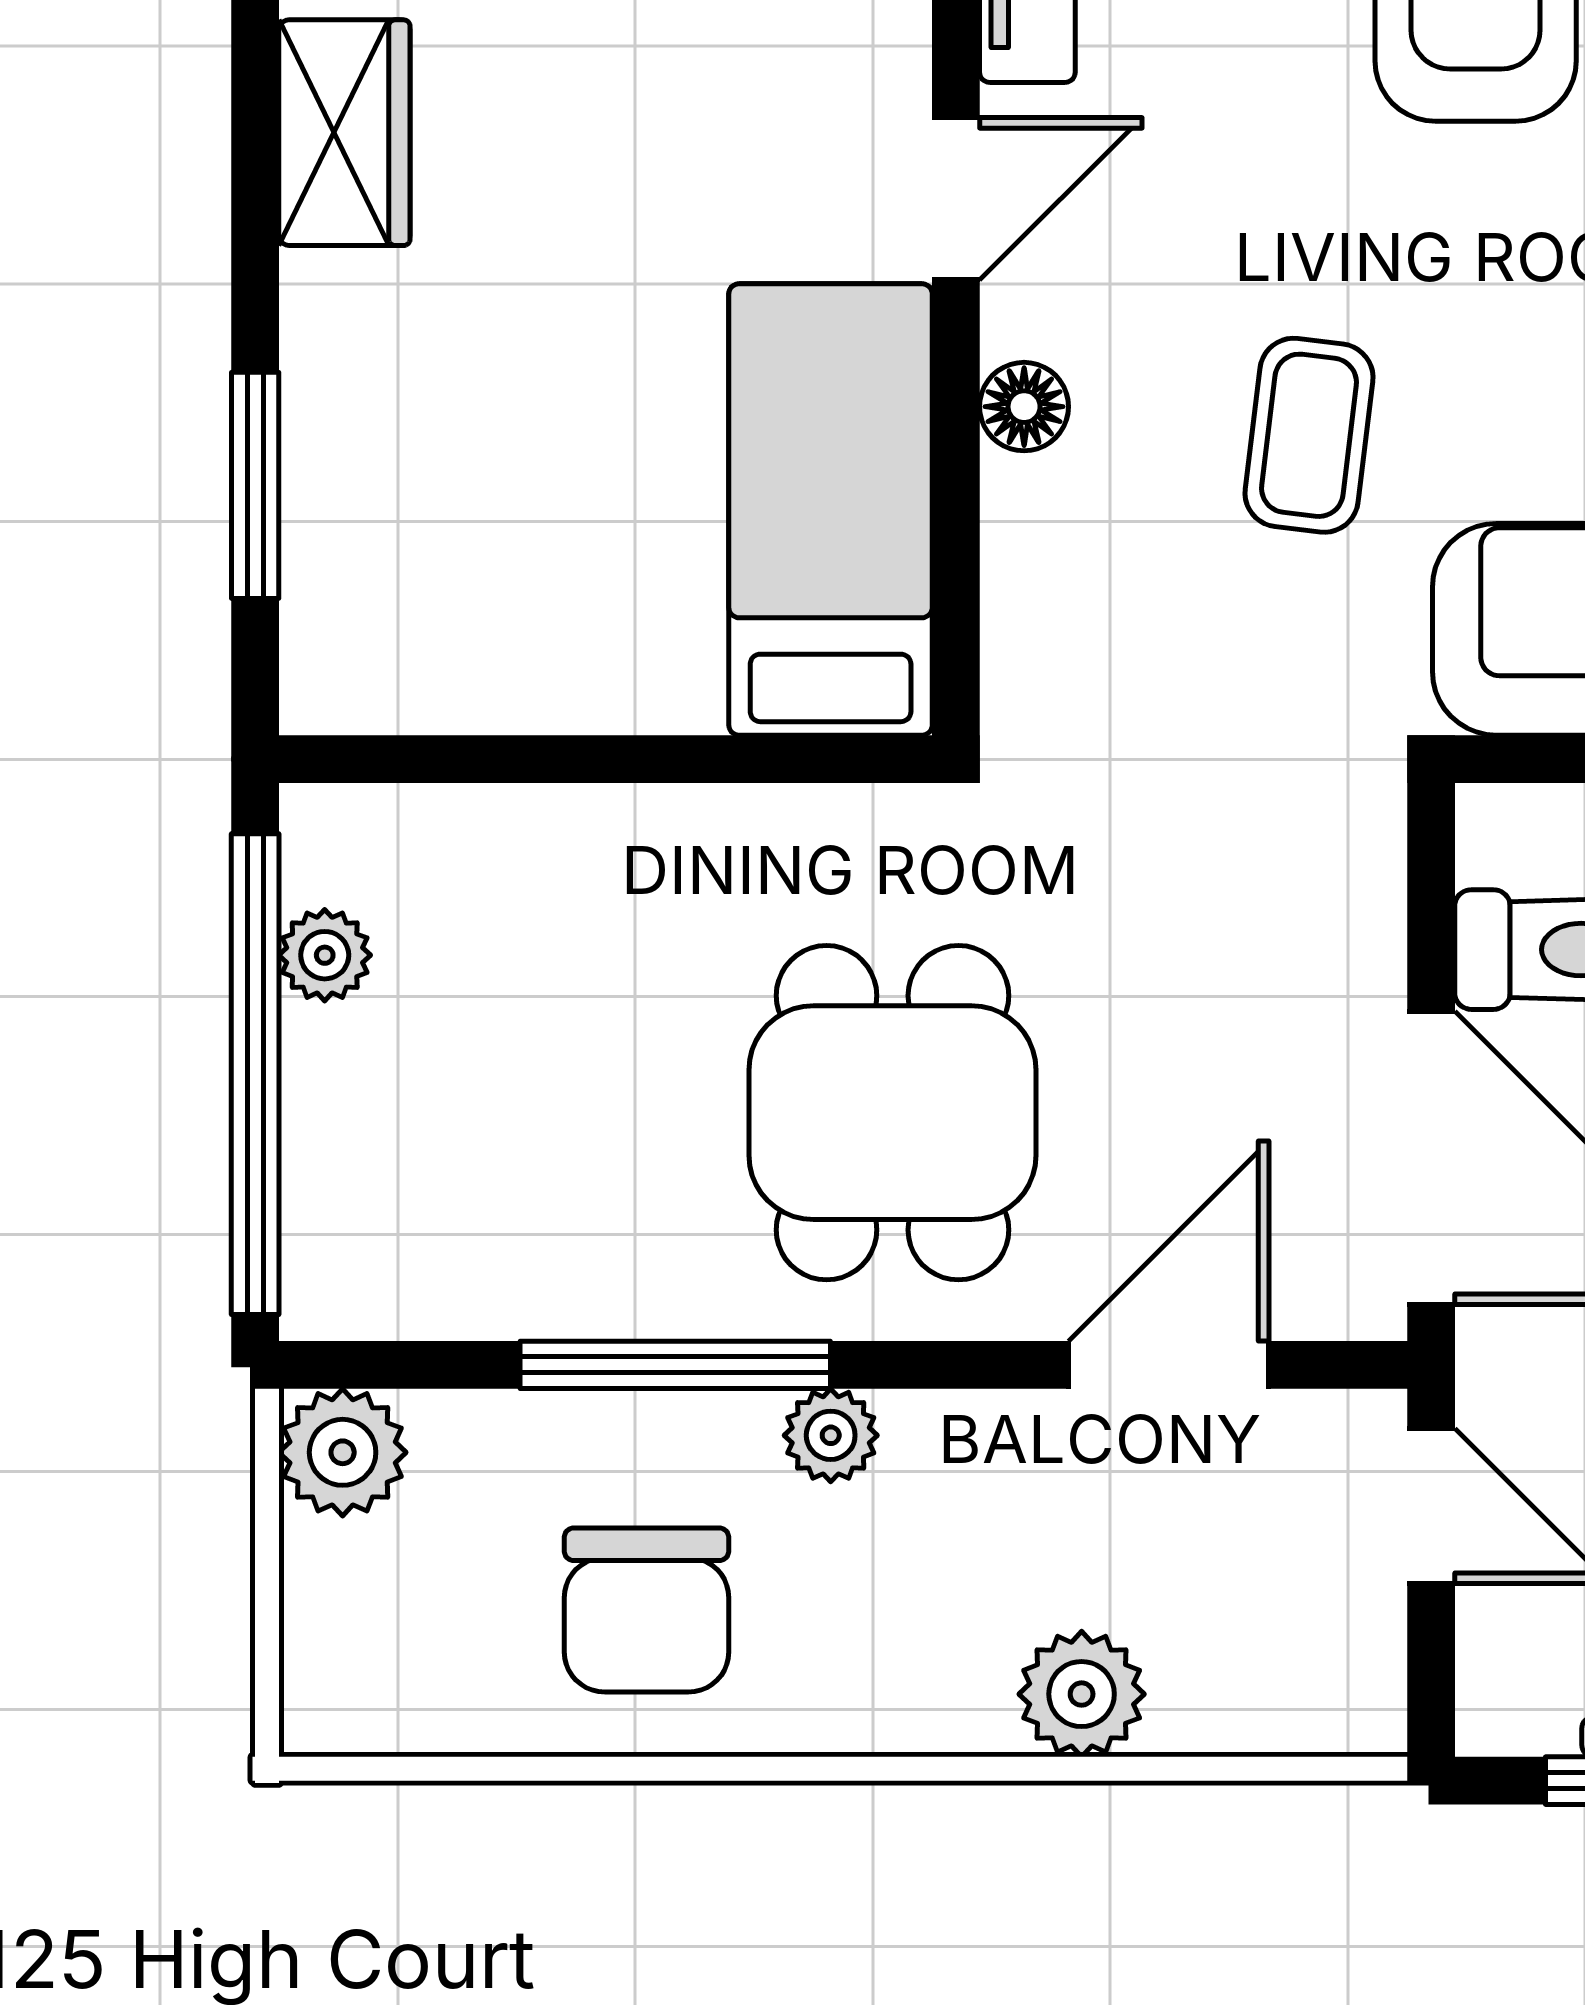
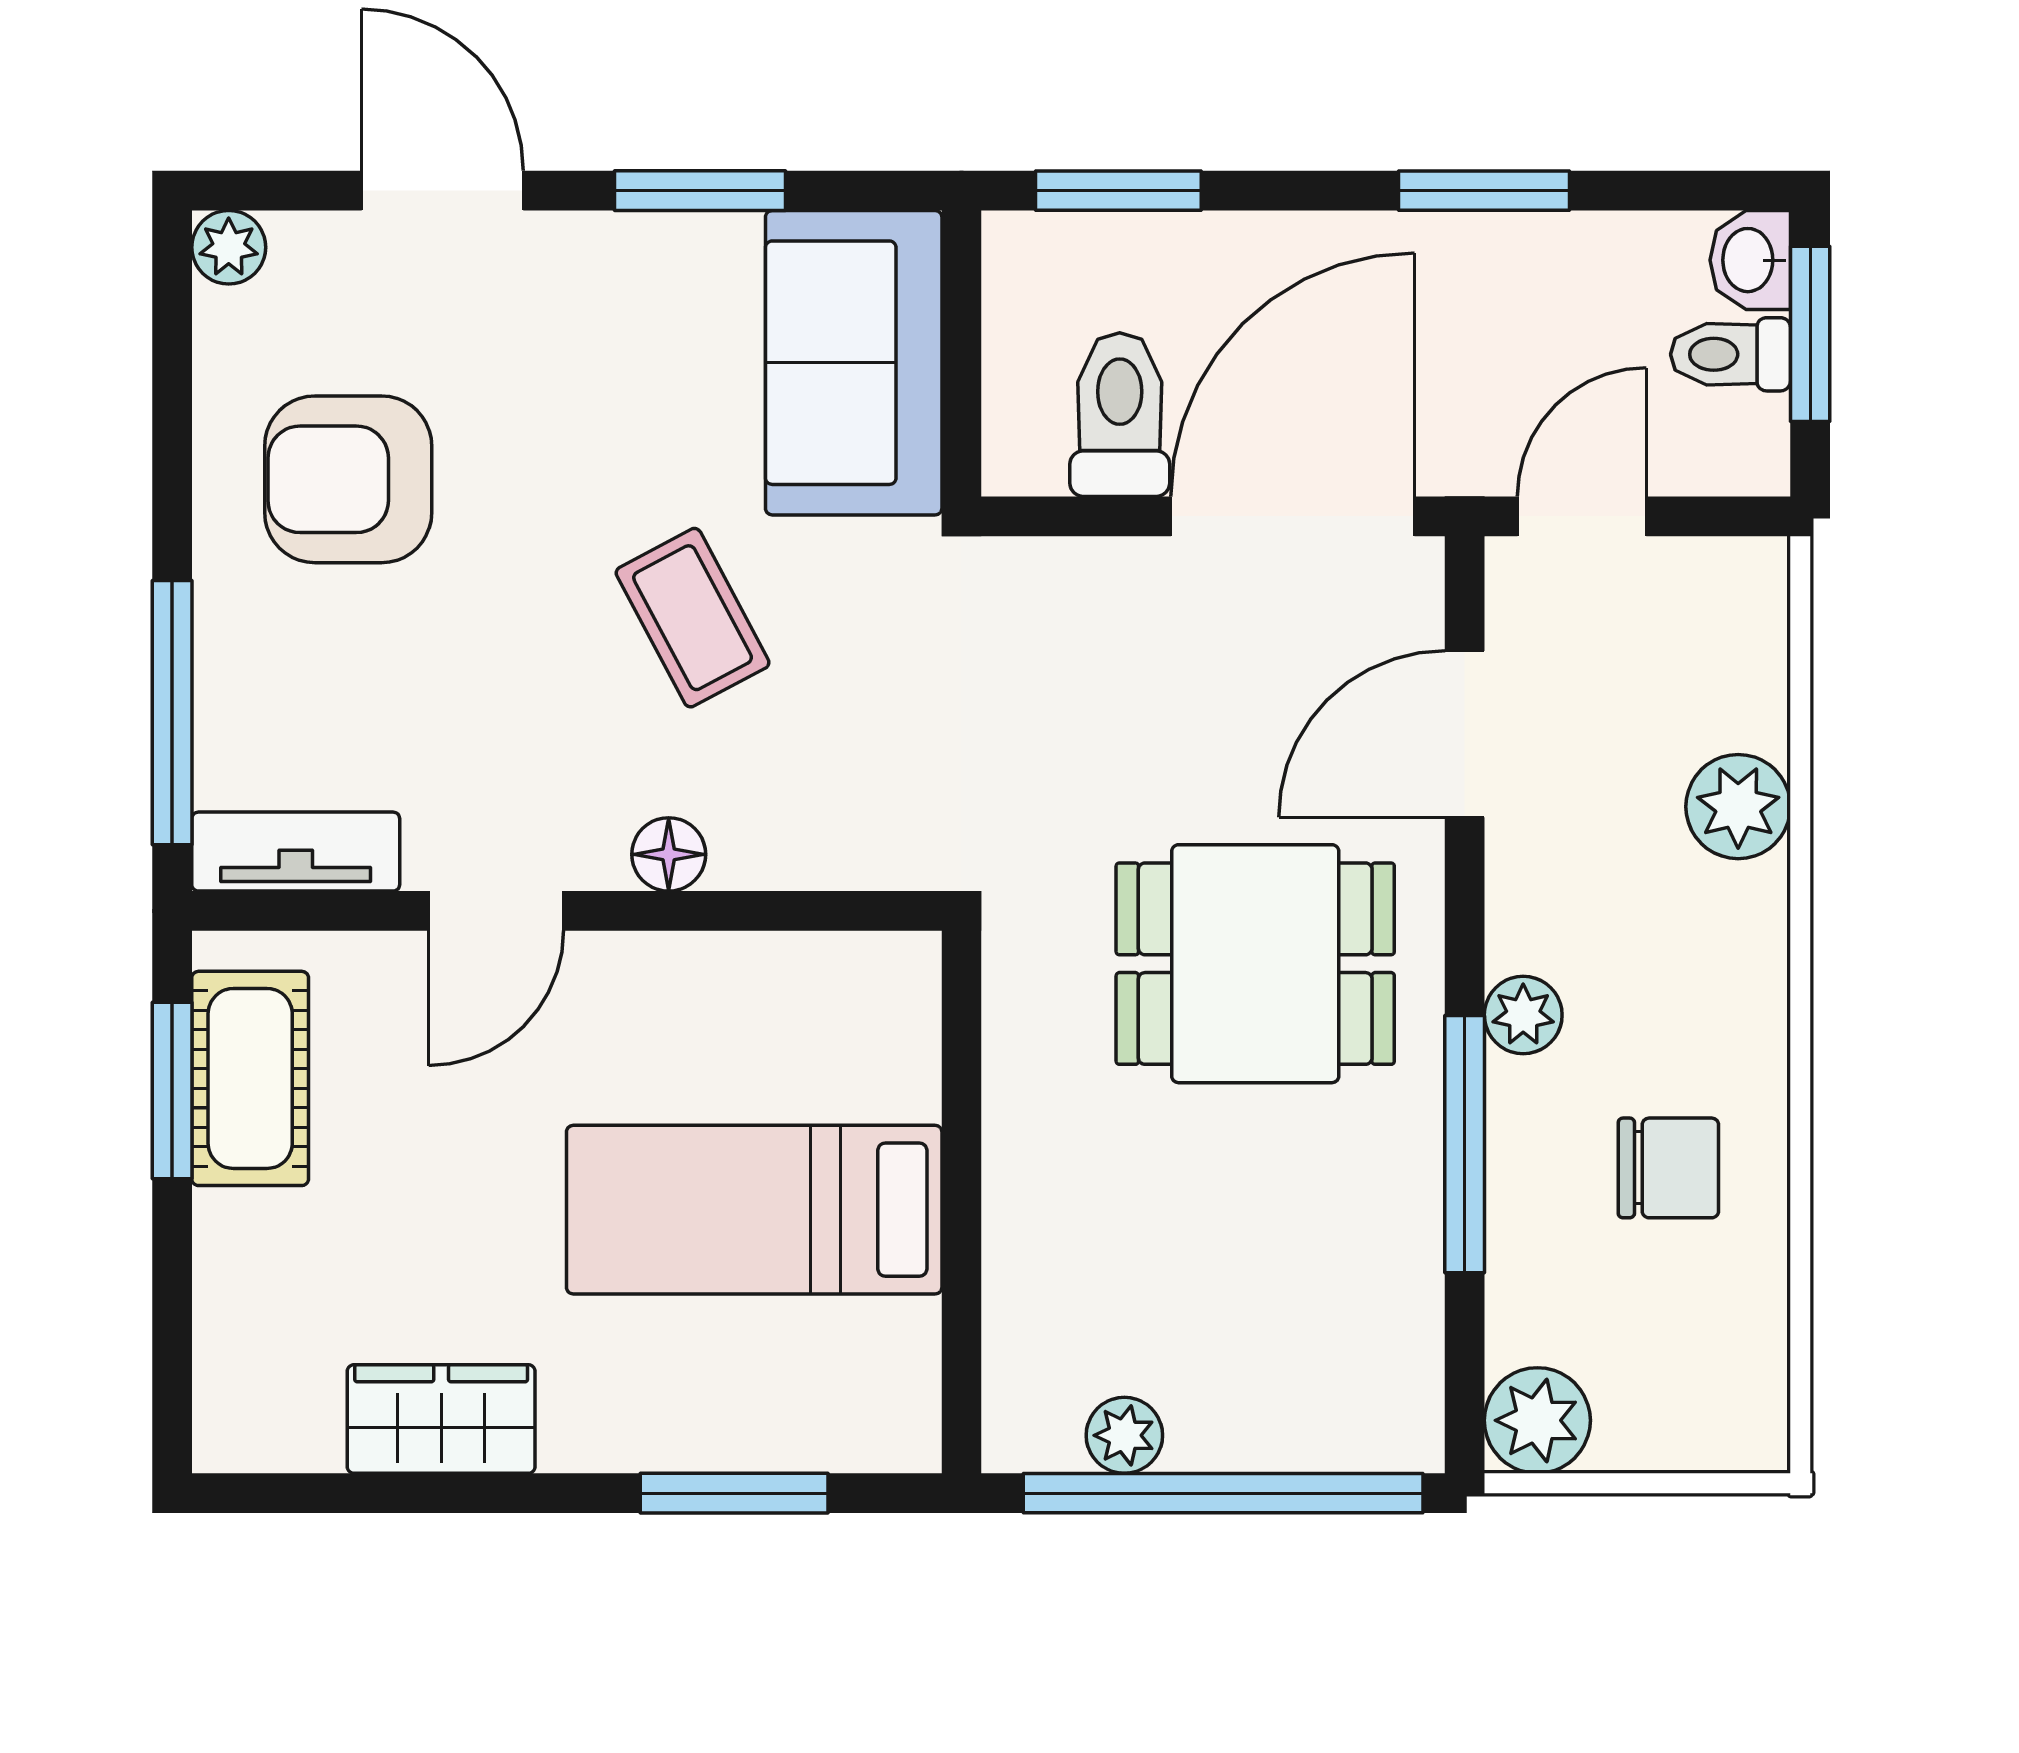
door: (956, 199) -> (496, 911), swing flipped
coffee table: (1309, 435) -> (693, 618), turned 55
bed: (831, 509) -> (754, 1210), moved
door: (1169, 1365) -> (1465, 734), hinge flipped
chair: (647, 1610) -> (1668, 1168), width x0.73, depth x0.73

